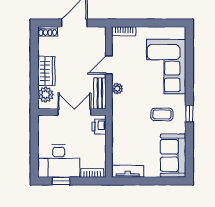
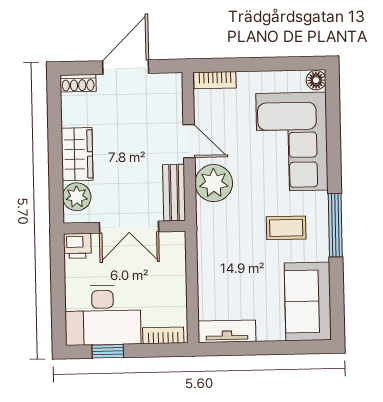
floor lamp: (180, 32) -> (316, 80), added
door: (109, 65) -> (189, 141), swing flipped
plant: (117, 89) -> (214, 183), width x1.88, depth x1.88
double door: (74, 112) -> (129, 227), swing flipped
window: (189, 114) -> (335, 225), width x2.17
printer: (99, 127) -> (77, 246), moved, turned -90

